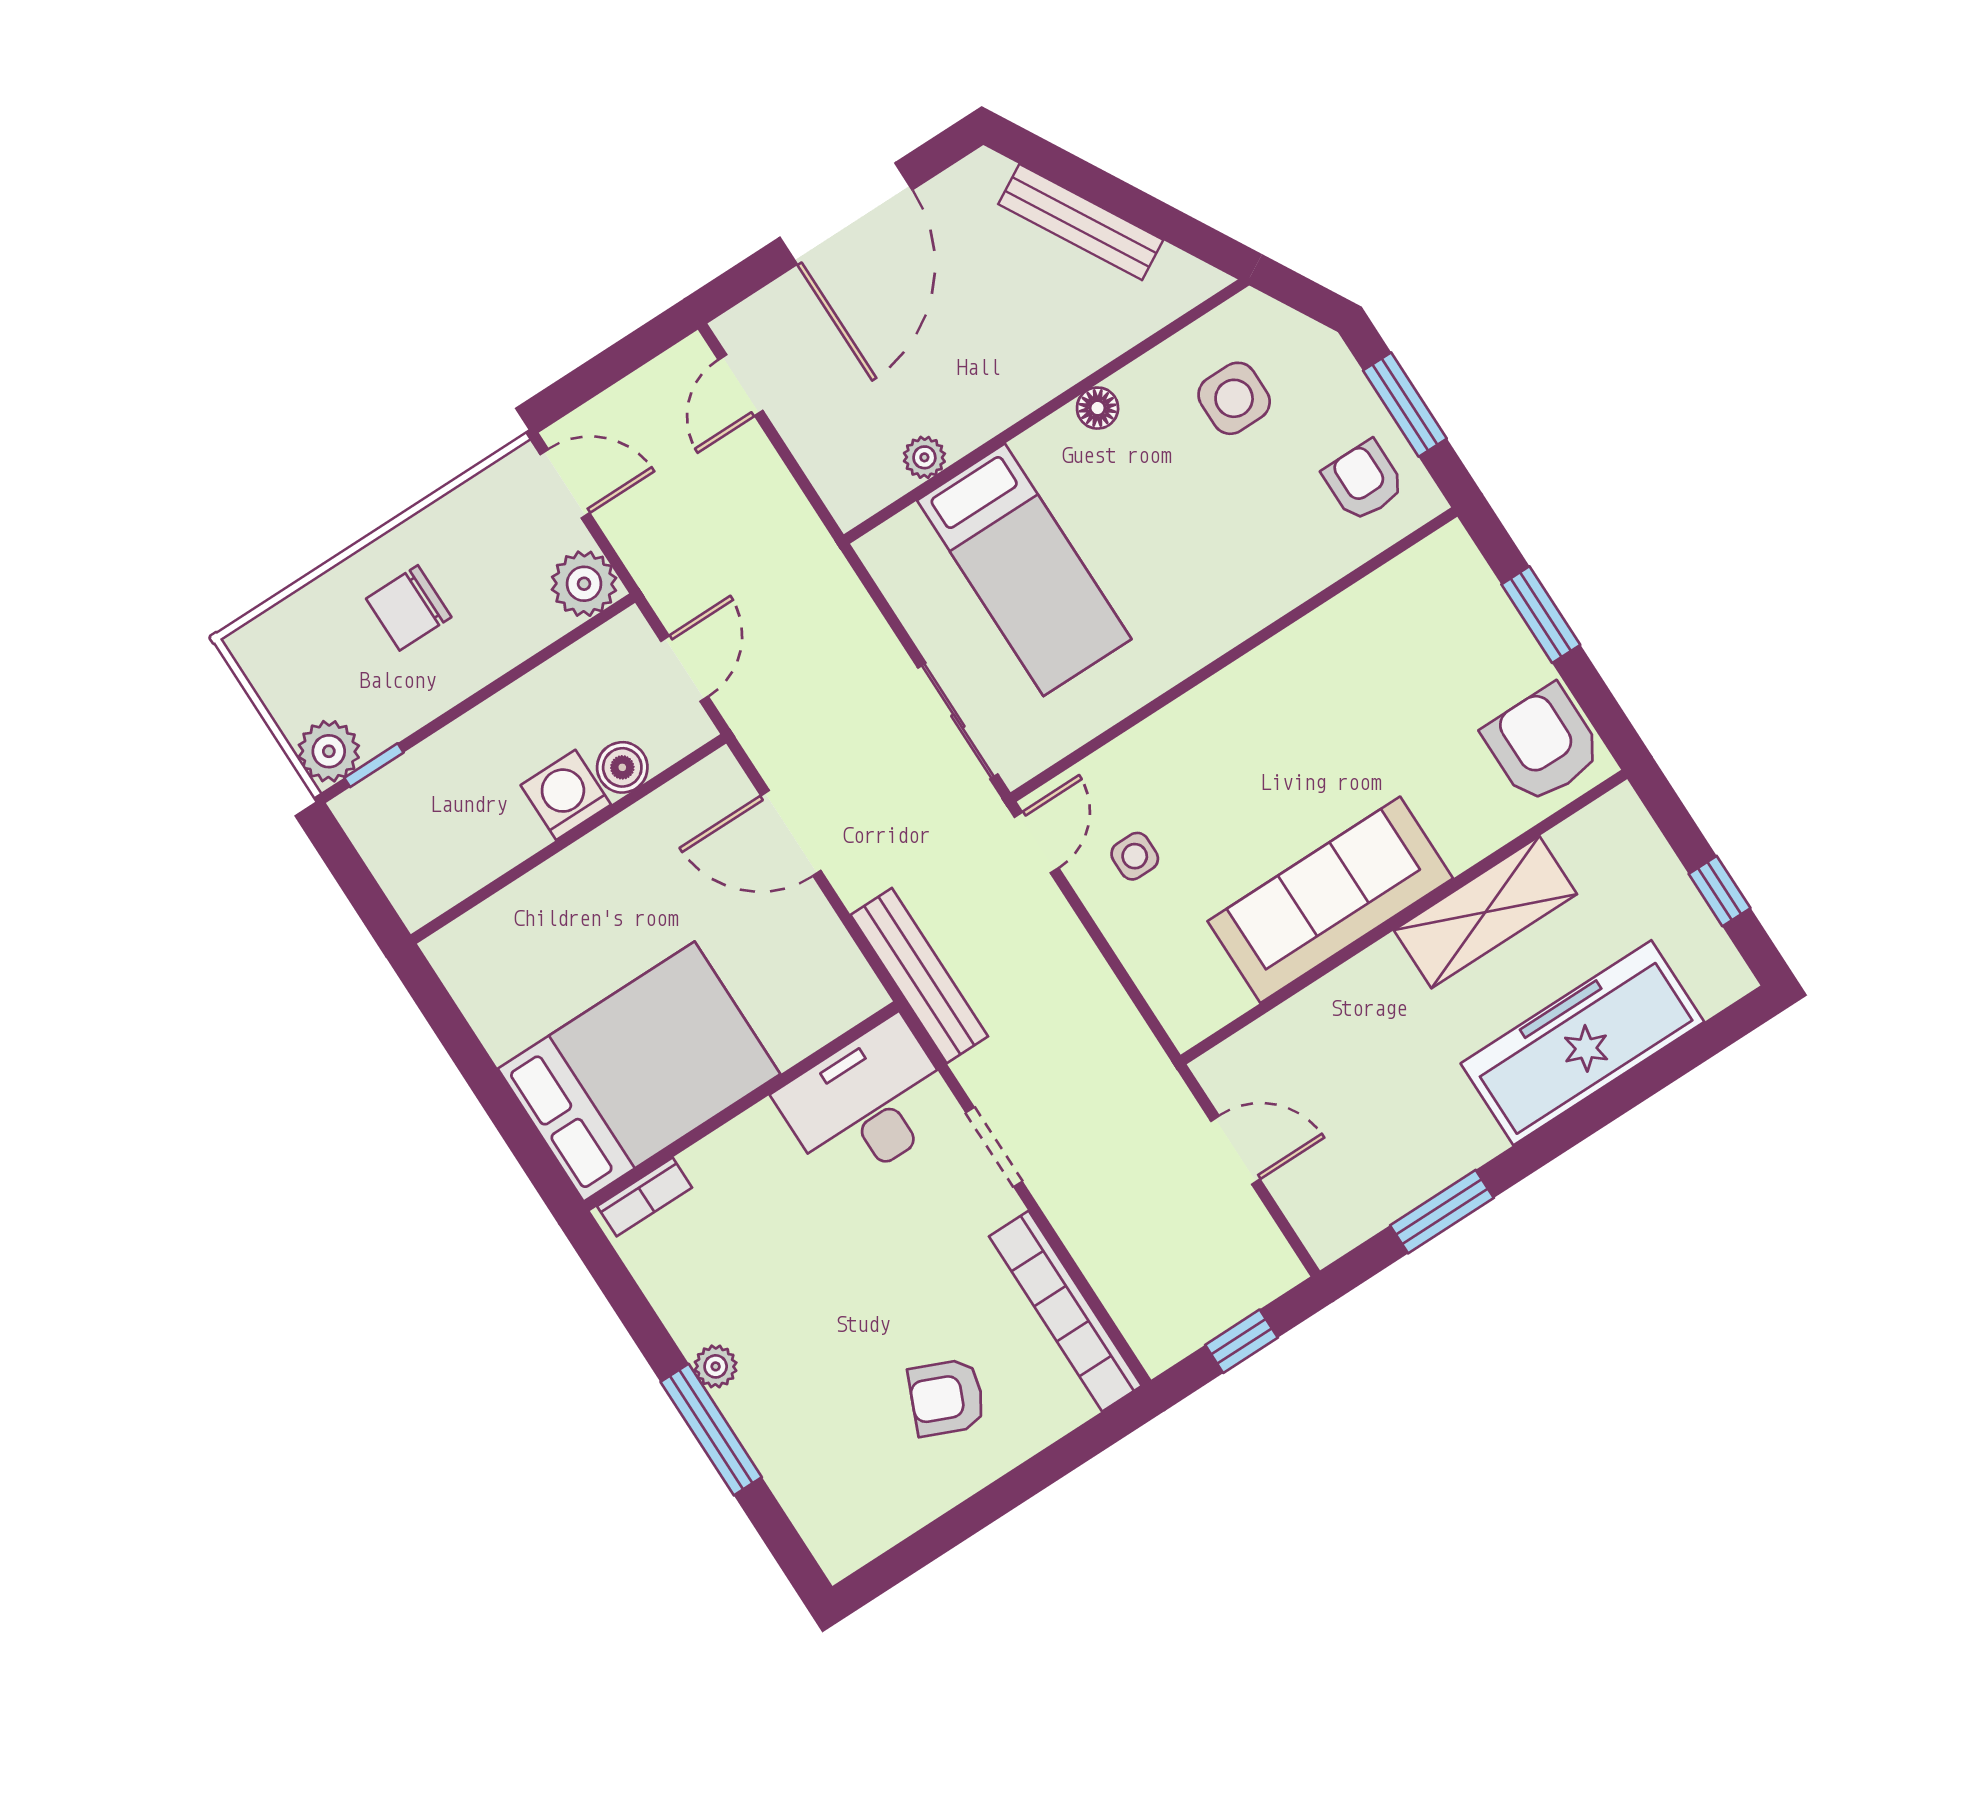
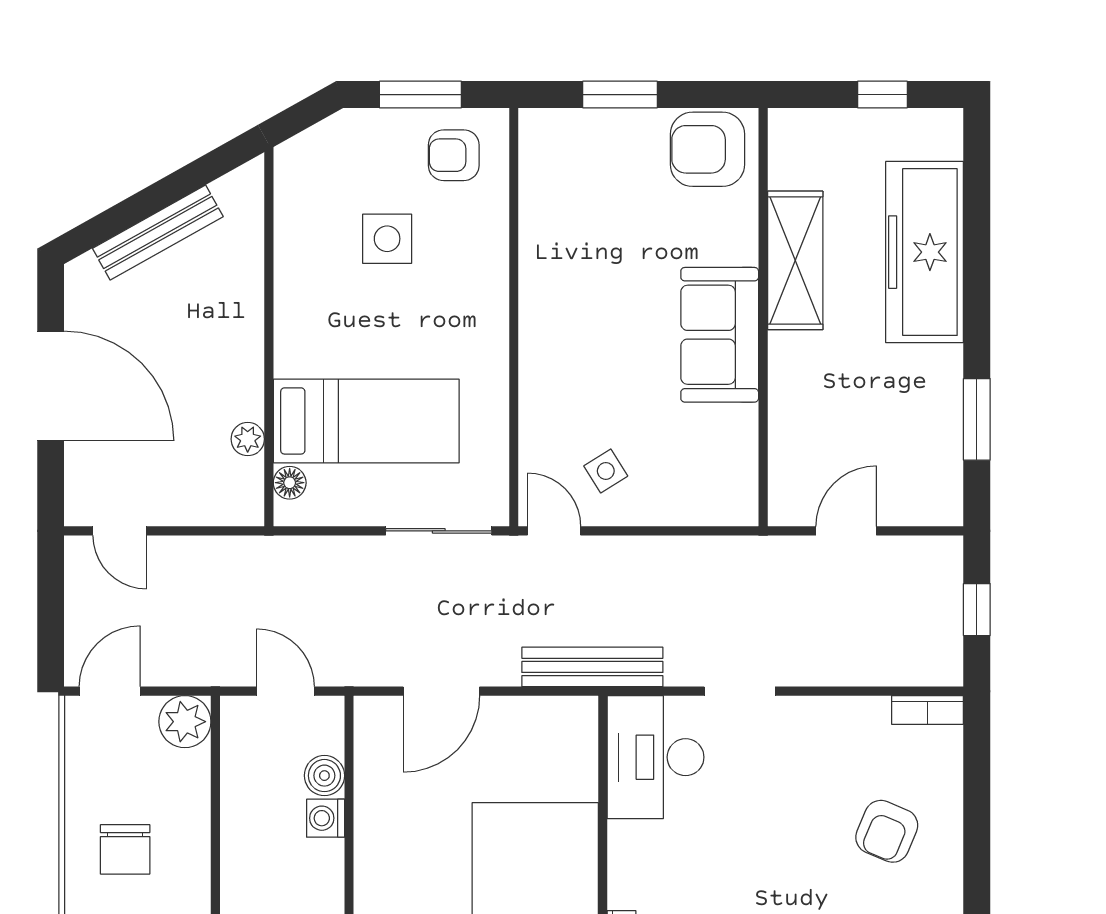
side table: (1234, 398) -> (387, 239), moved
floor lamp: (1098, 408) -> (290, 483), moved
washing machine: (566, 795) -> (326, 818), width x0.73, depth x0.73
side table: (1135, 856) -> (606, 471), turned -32
sofa: (1330, 900) -> (720, 335), width x0.73
bookcase: (1065, 1311) -> (927, 710), width x0.43, depth x0.76

